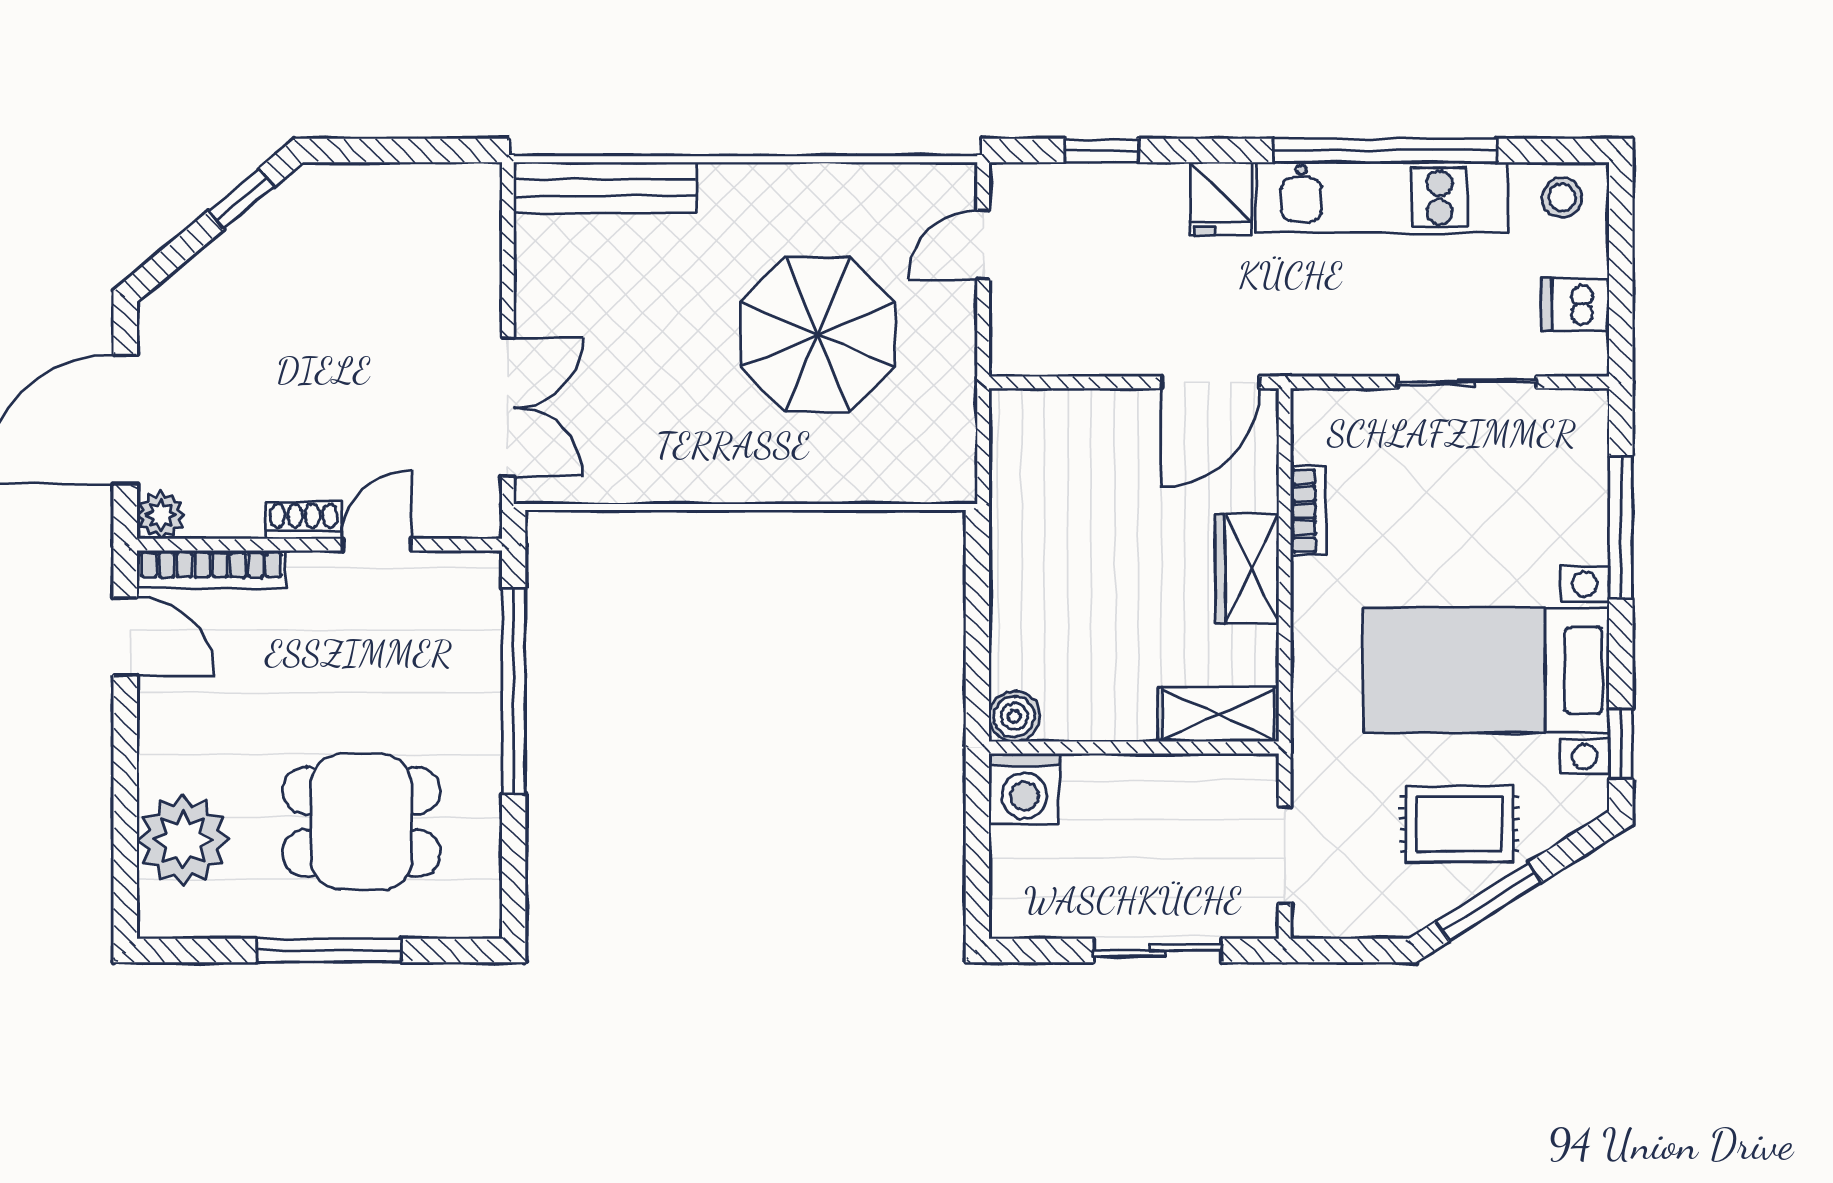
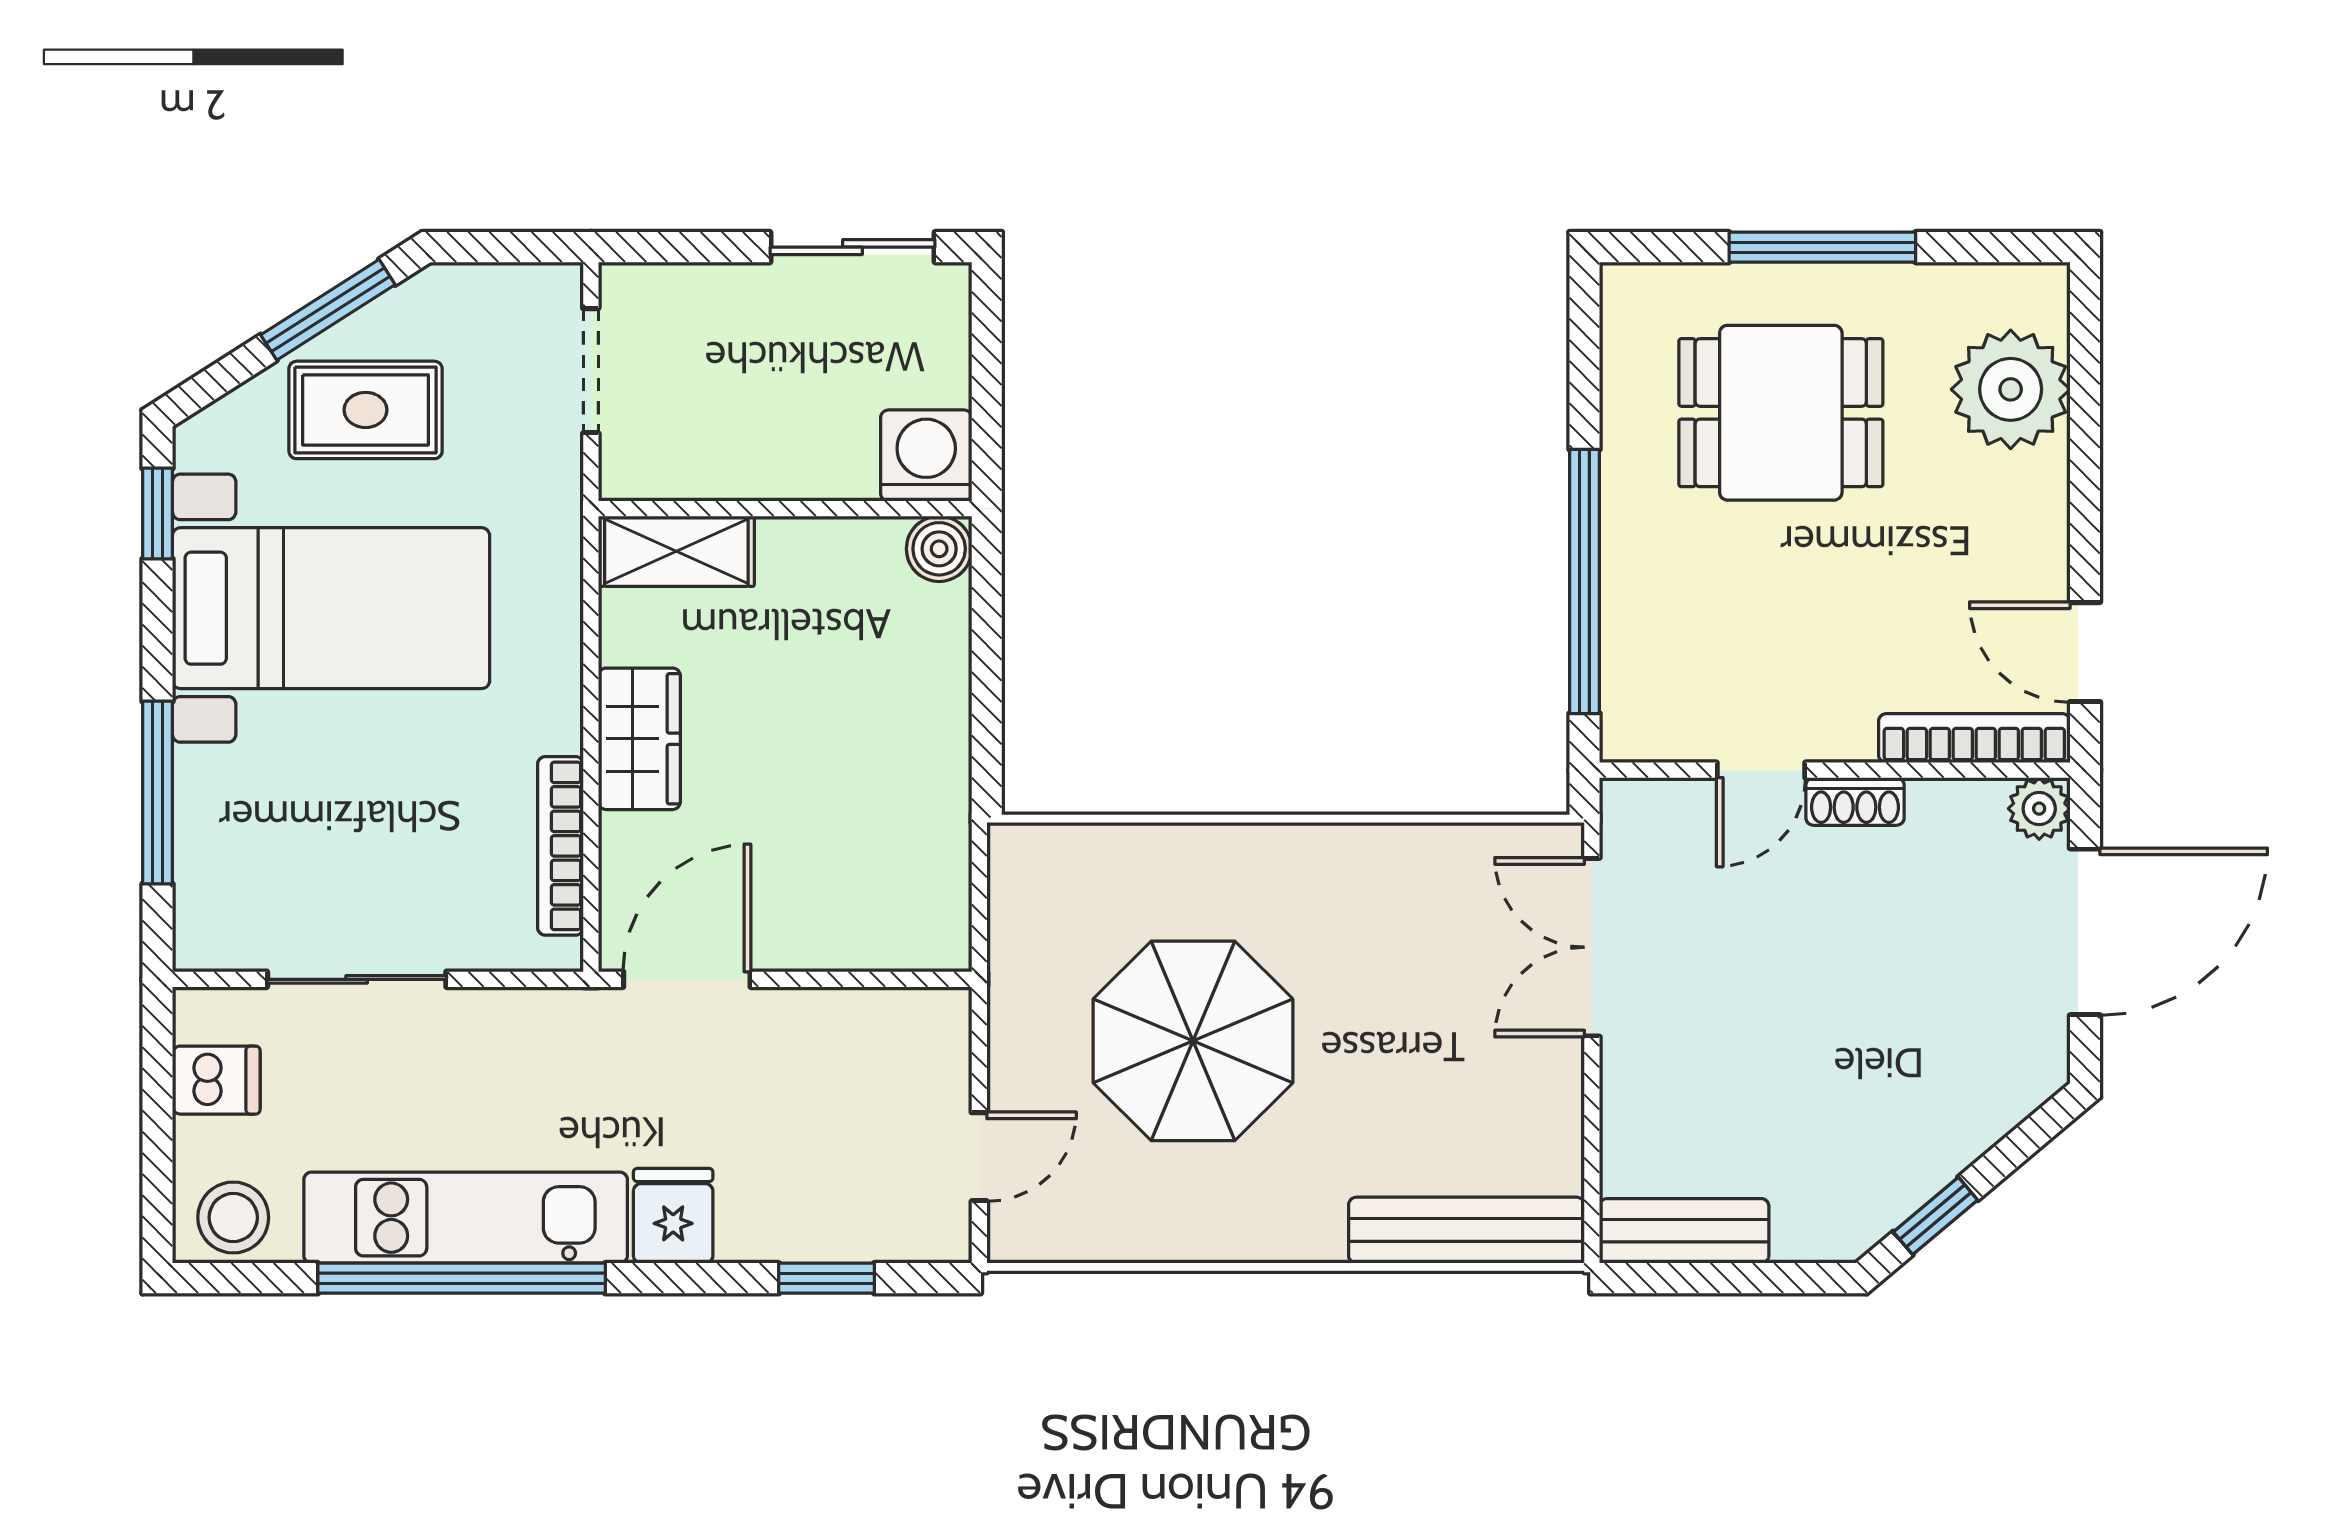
bench: (436, 187) -> (1684, 1231), added
stool: (1562, 198) -> (233, 1218), width x1.37, depth x1.37
bookcase: (1308, 511) -> (560, 846), width x1.56
sliding door: (1158, 950) -> (852, 247), moved

